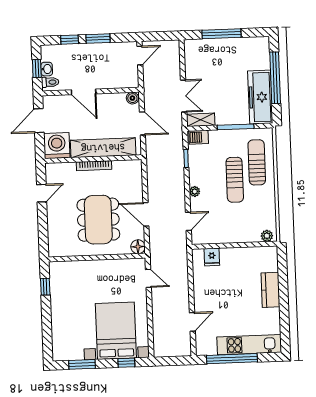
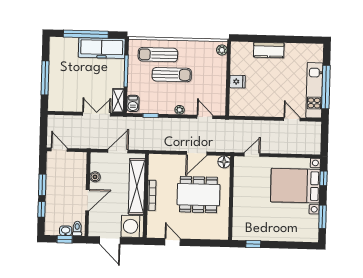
boiler: (132, 98) -> (95, 177), moved
fridge: (212, 257) -> (237, 82), moved
kitchen unit: (249, 345) -> (314, 90), moved

